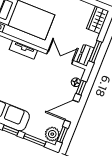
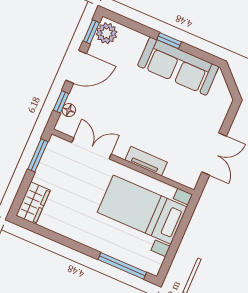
dresser: (85, 55) -> (53, 150), removed
double door: (60, 57) -> (92, 148), swing flipped
window: (35, 140) -> (133, 25), removed

